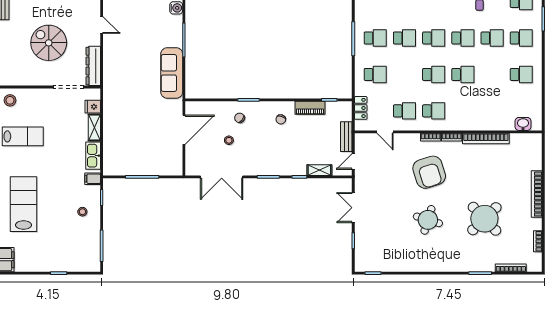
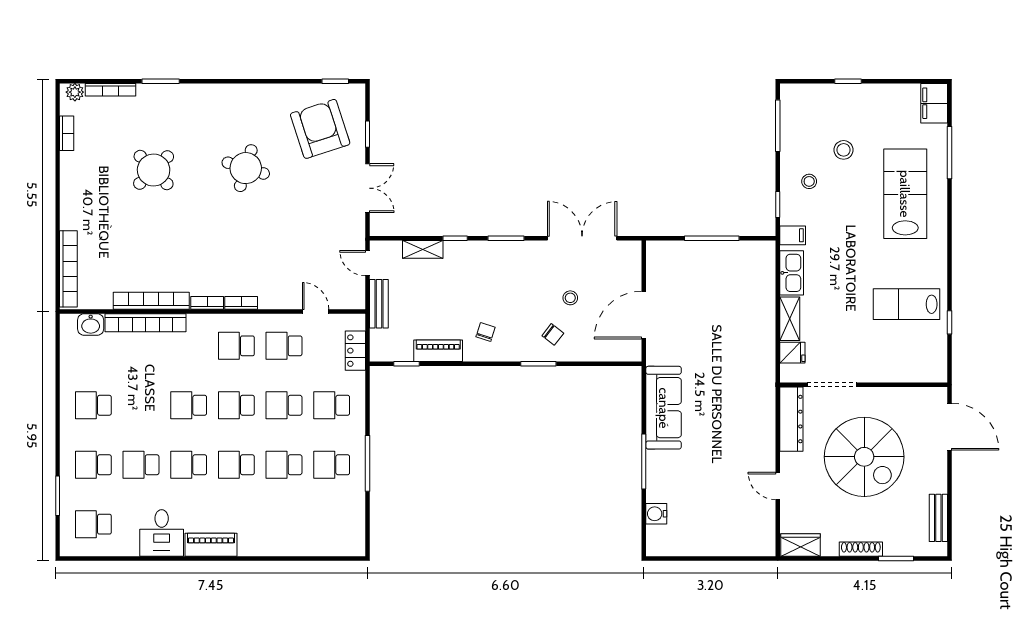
spiral stairs: (49, 43) -> (864, 457), width x1.37, depth x1.37
school desk: (404, 74) -> (284, 405), added
stool: (10, 100) -> (844, 150), moved
bookcase: (489, 125) -> (146, 323), added
door: (353, 162) -> (367, 263), swing flipped
armchair: (429, 172) -> (320, 129), moved
bookcase: (537, 194) -> (68, 269), moved
lab bench: (24, 204) -> (905, 194), turned 180
round table: (484, 219) -> (154, 170), width x0.73, depth x0.73
plant: (533, 266) -> (75, 92), added

